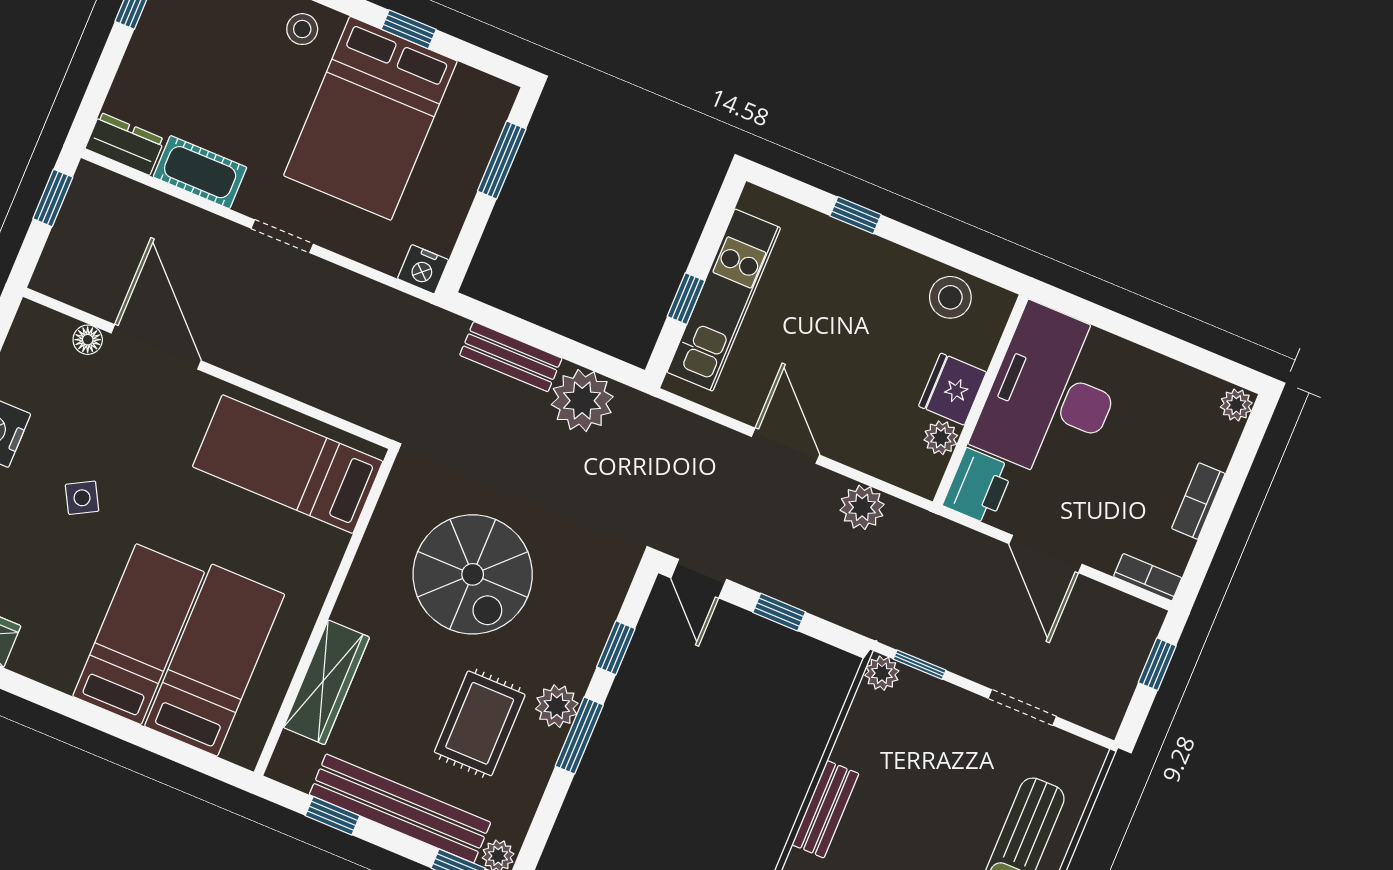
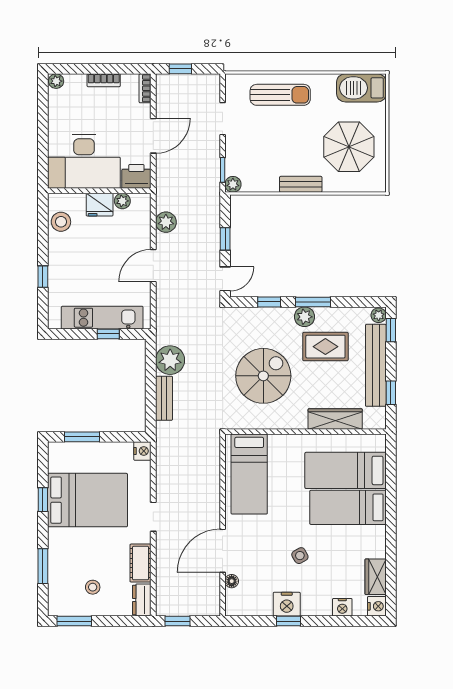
stool: (302, 29) -> (93, 587), moved

